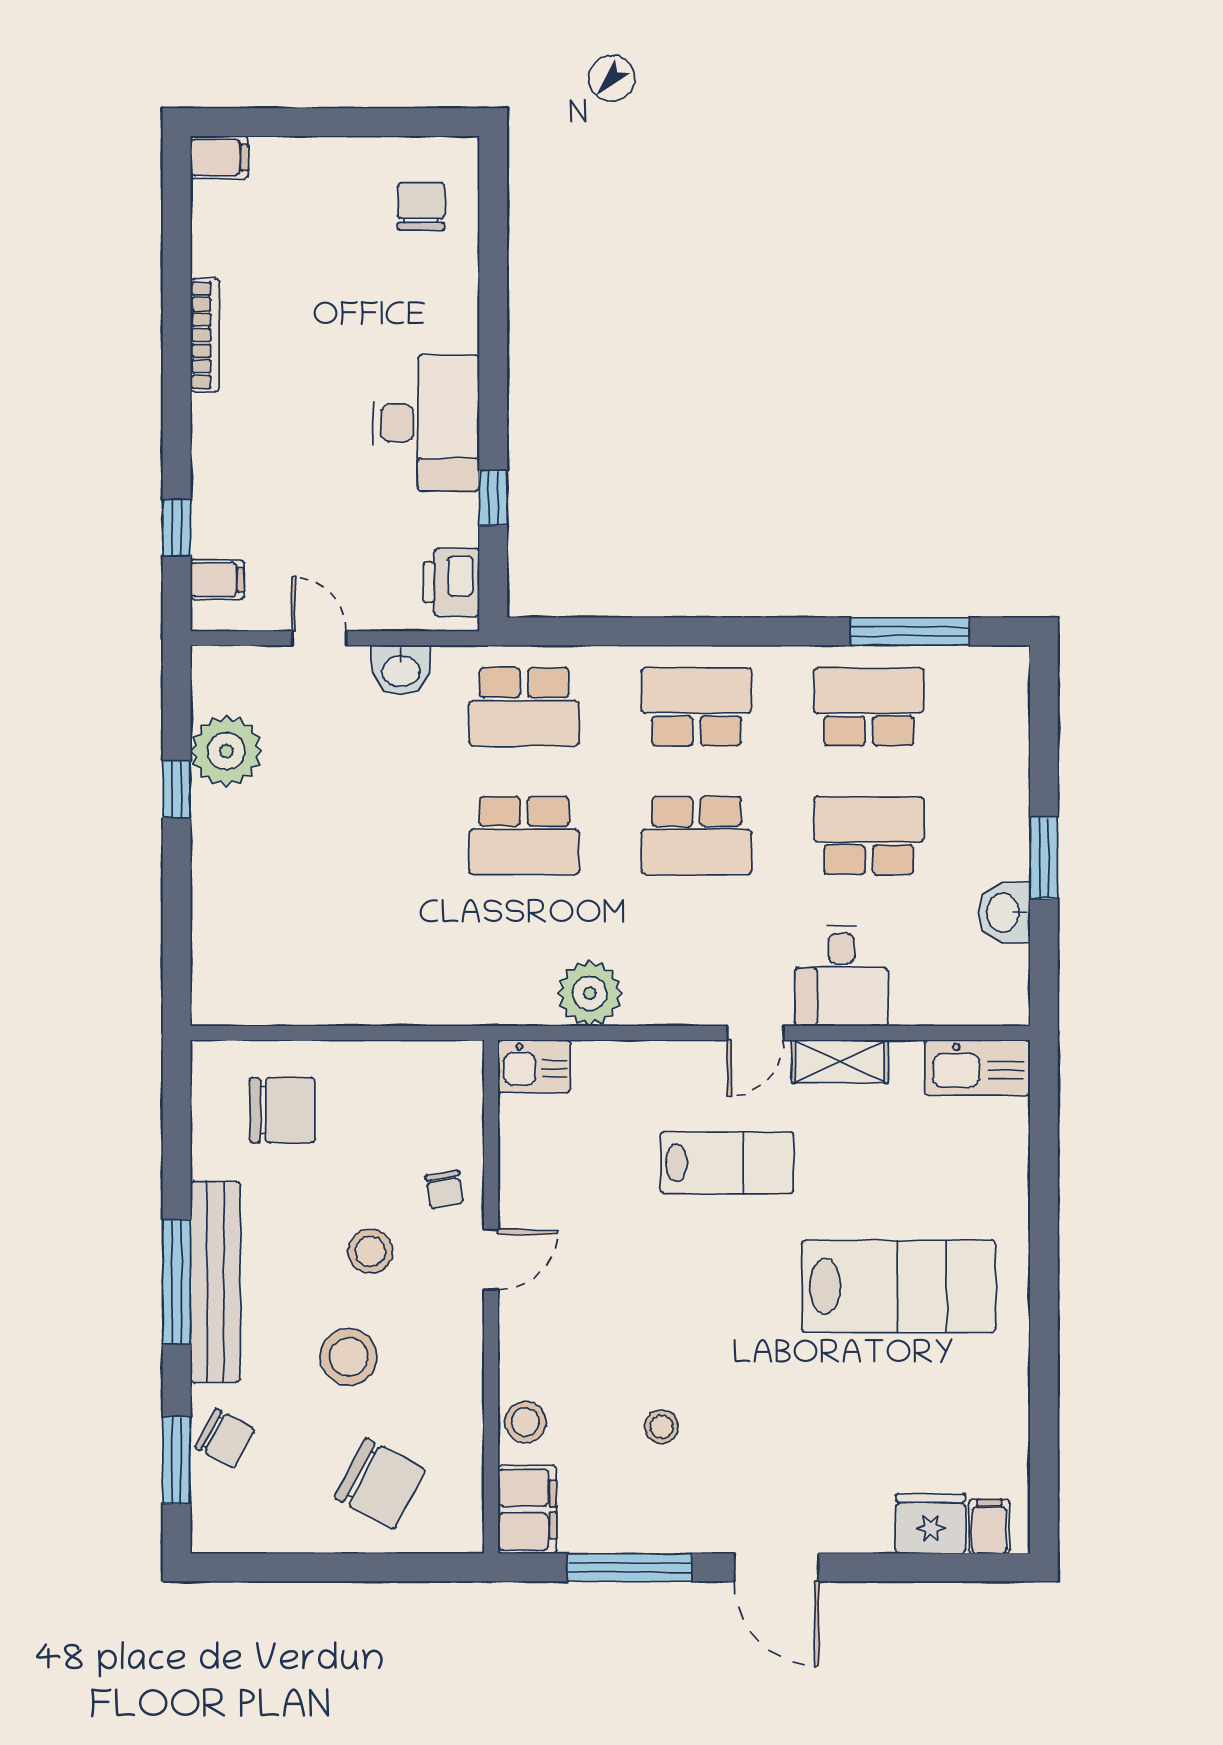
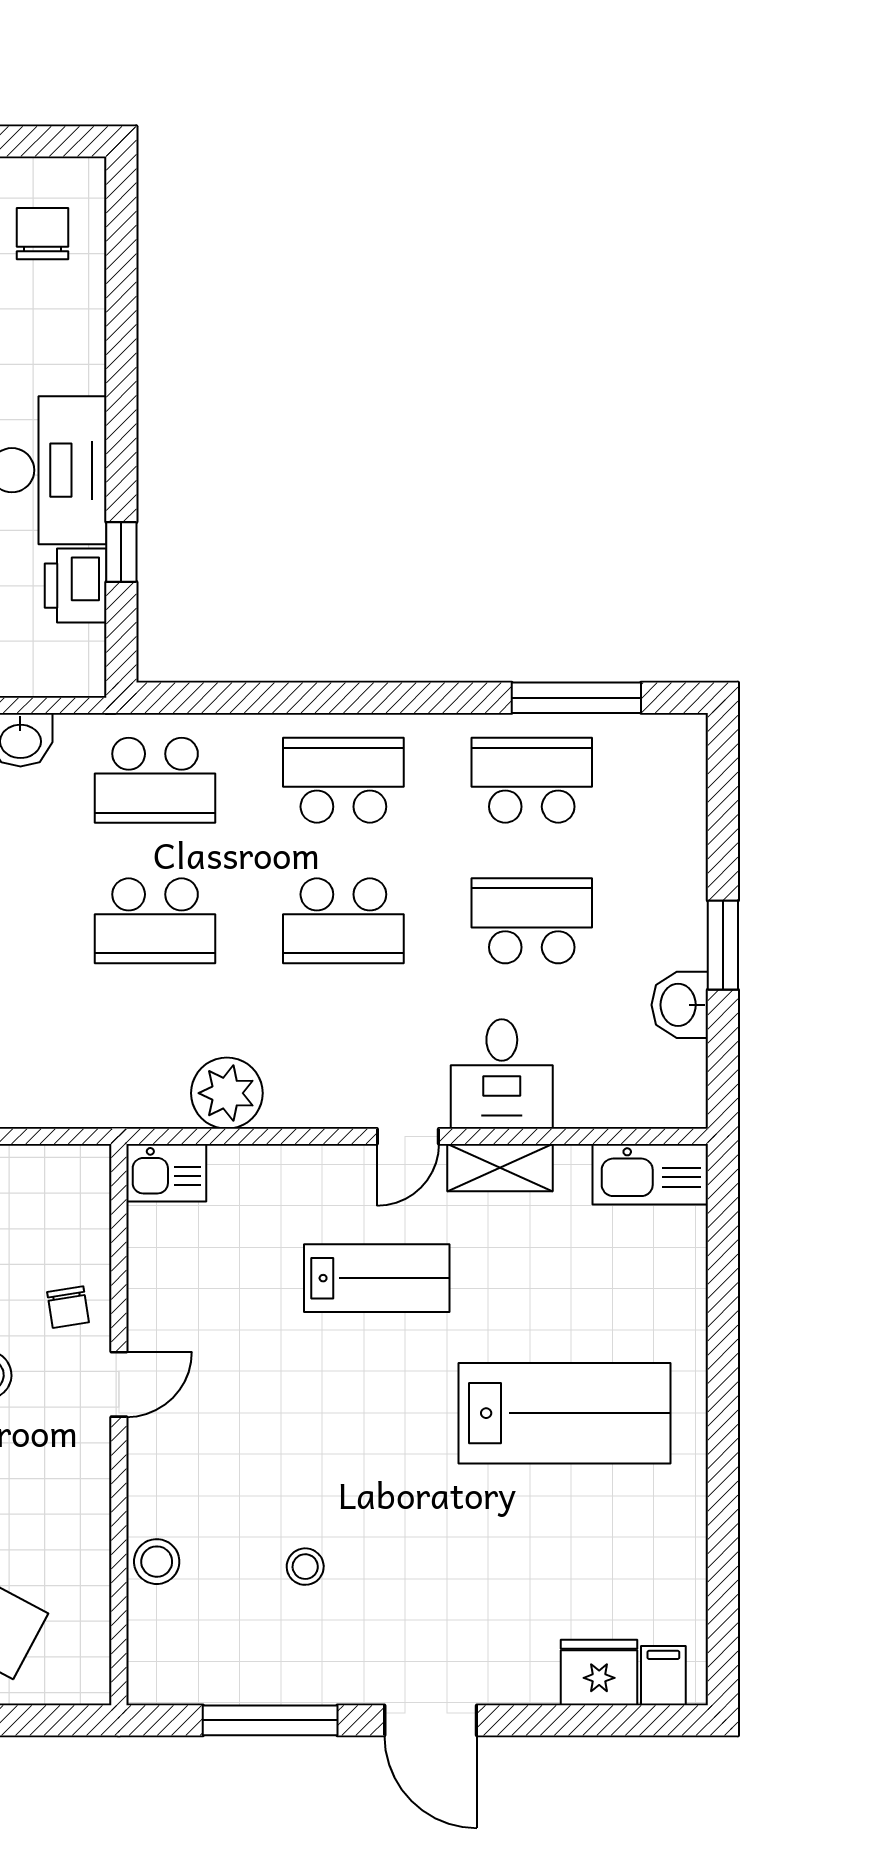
printer: (451, 582) -> (76, 586), moved
filing cabinet: (527, 1510) -> (159, 1657), removed

